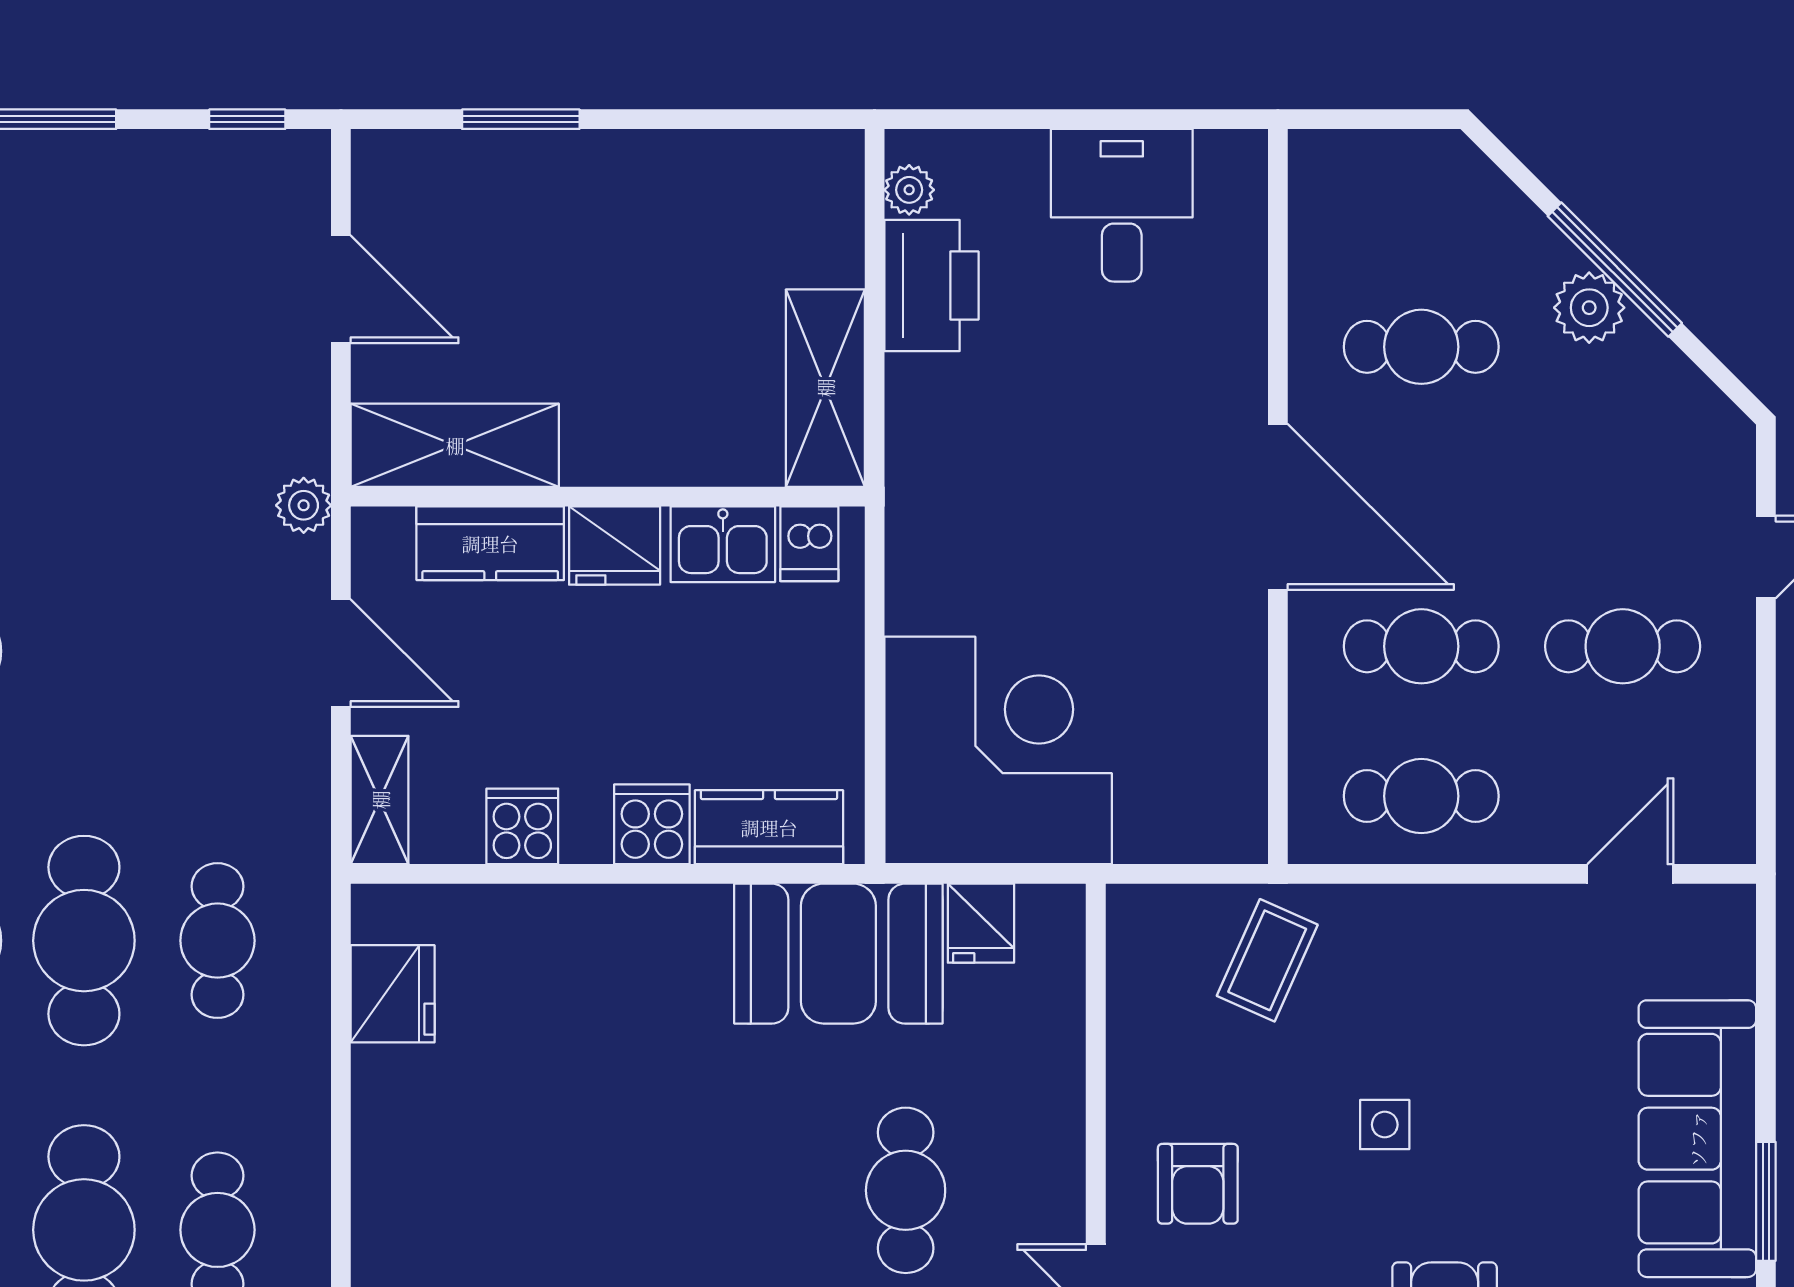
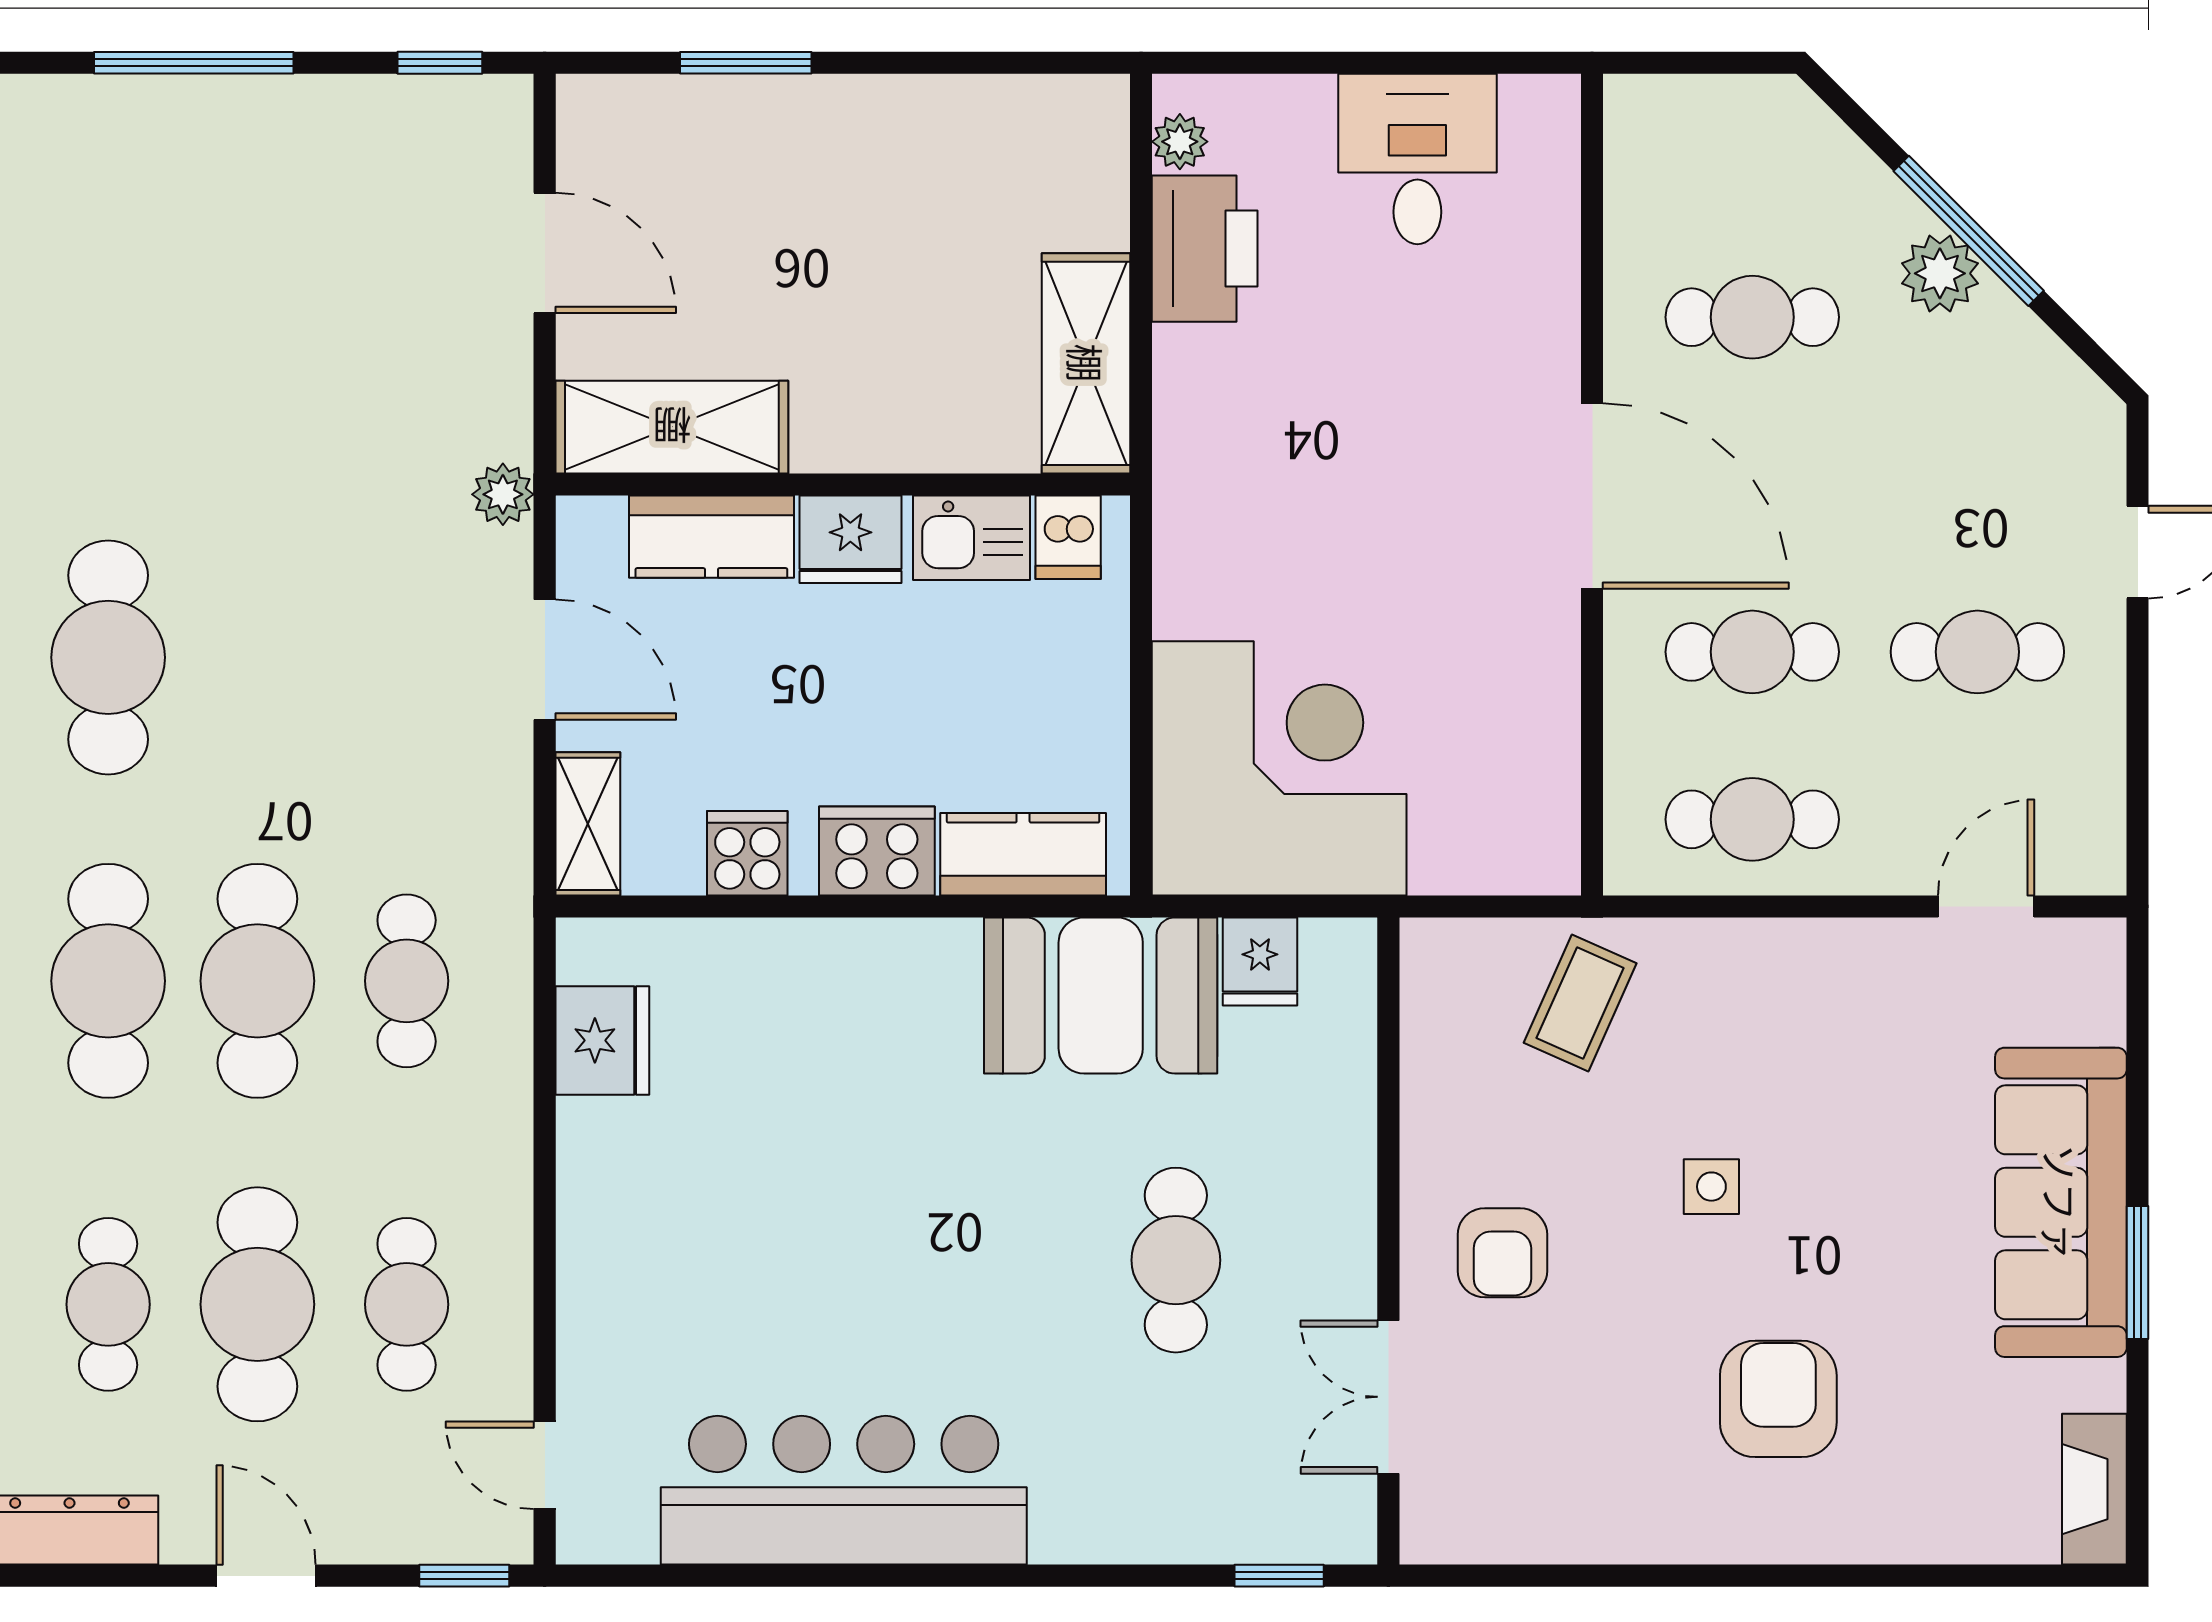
cooker: (652, 824) -> (877, 851), width x1.36

